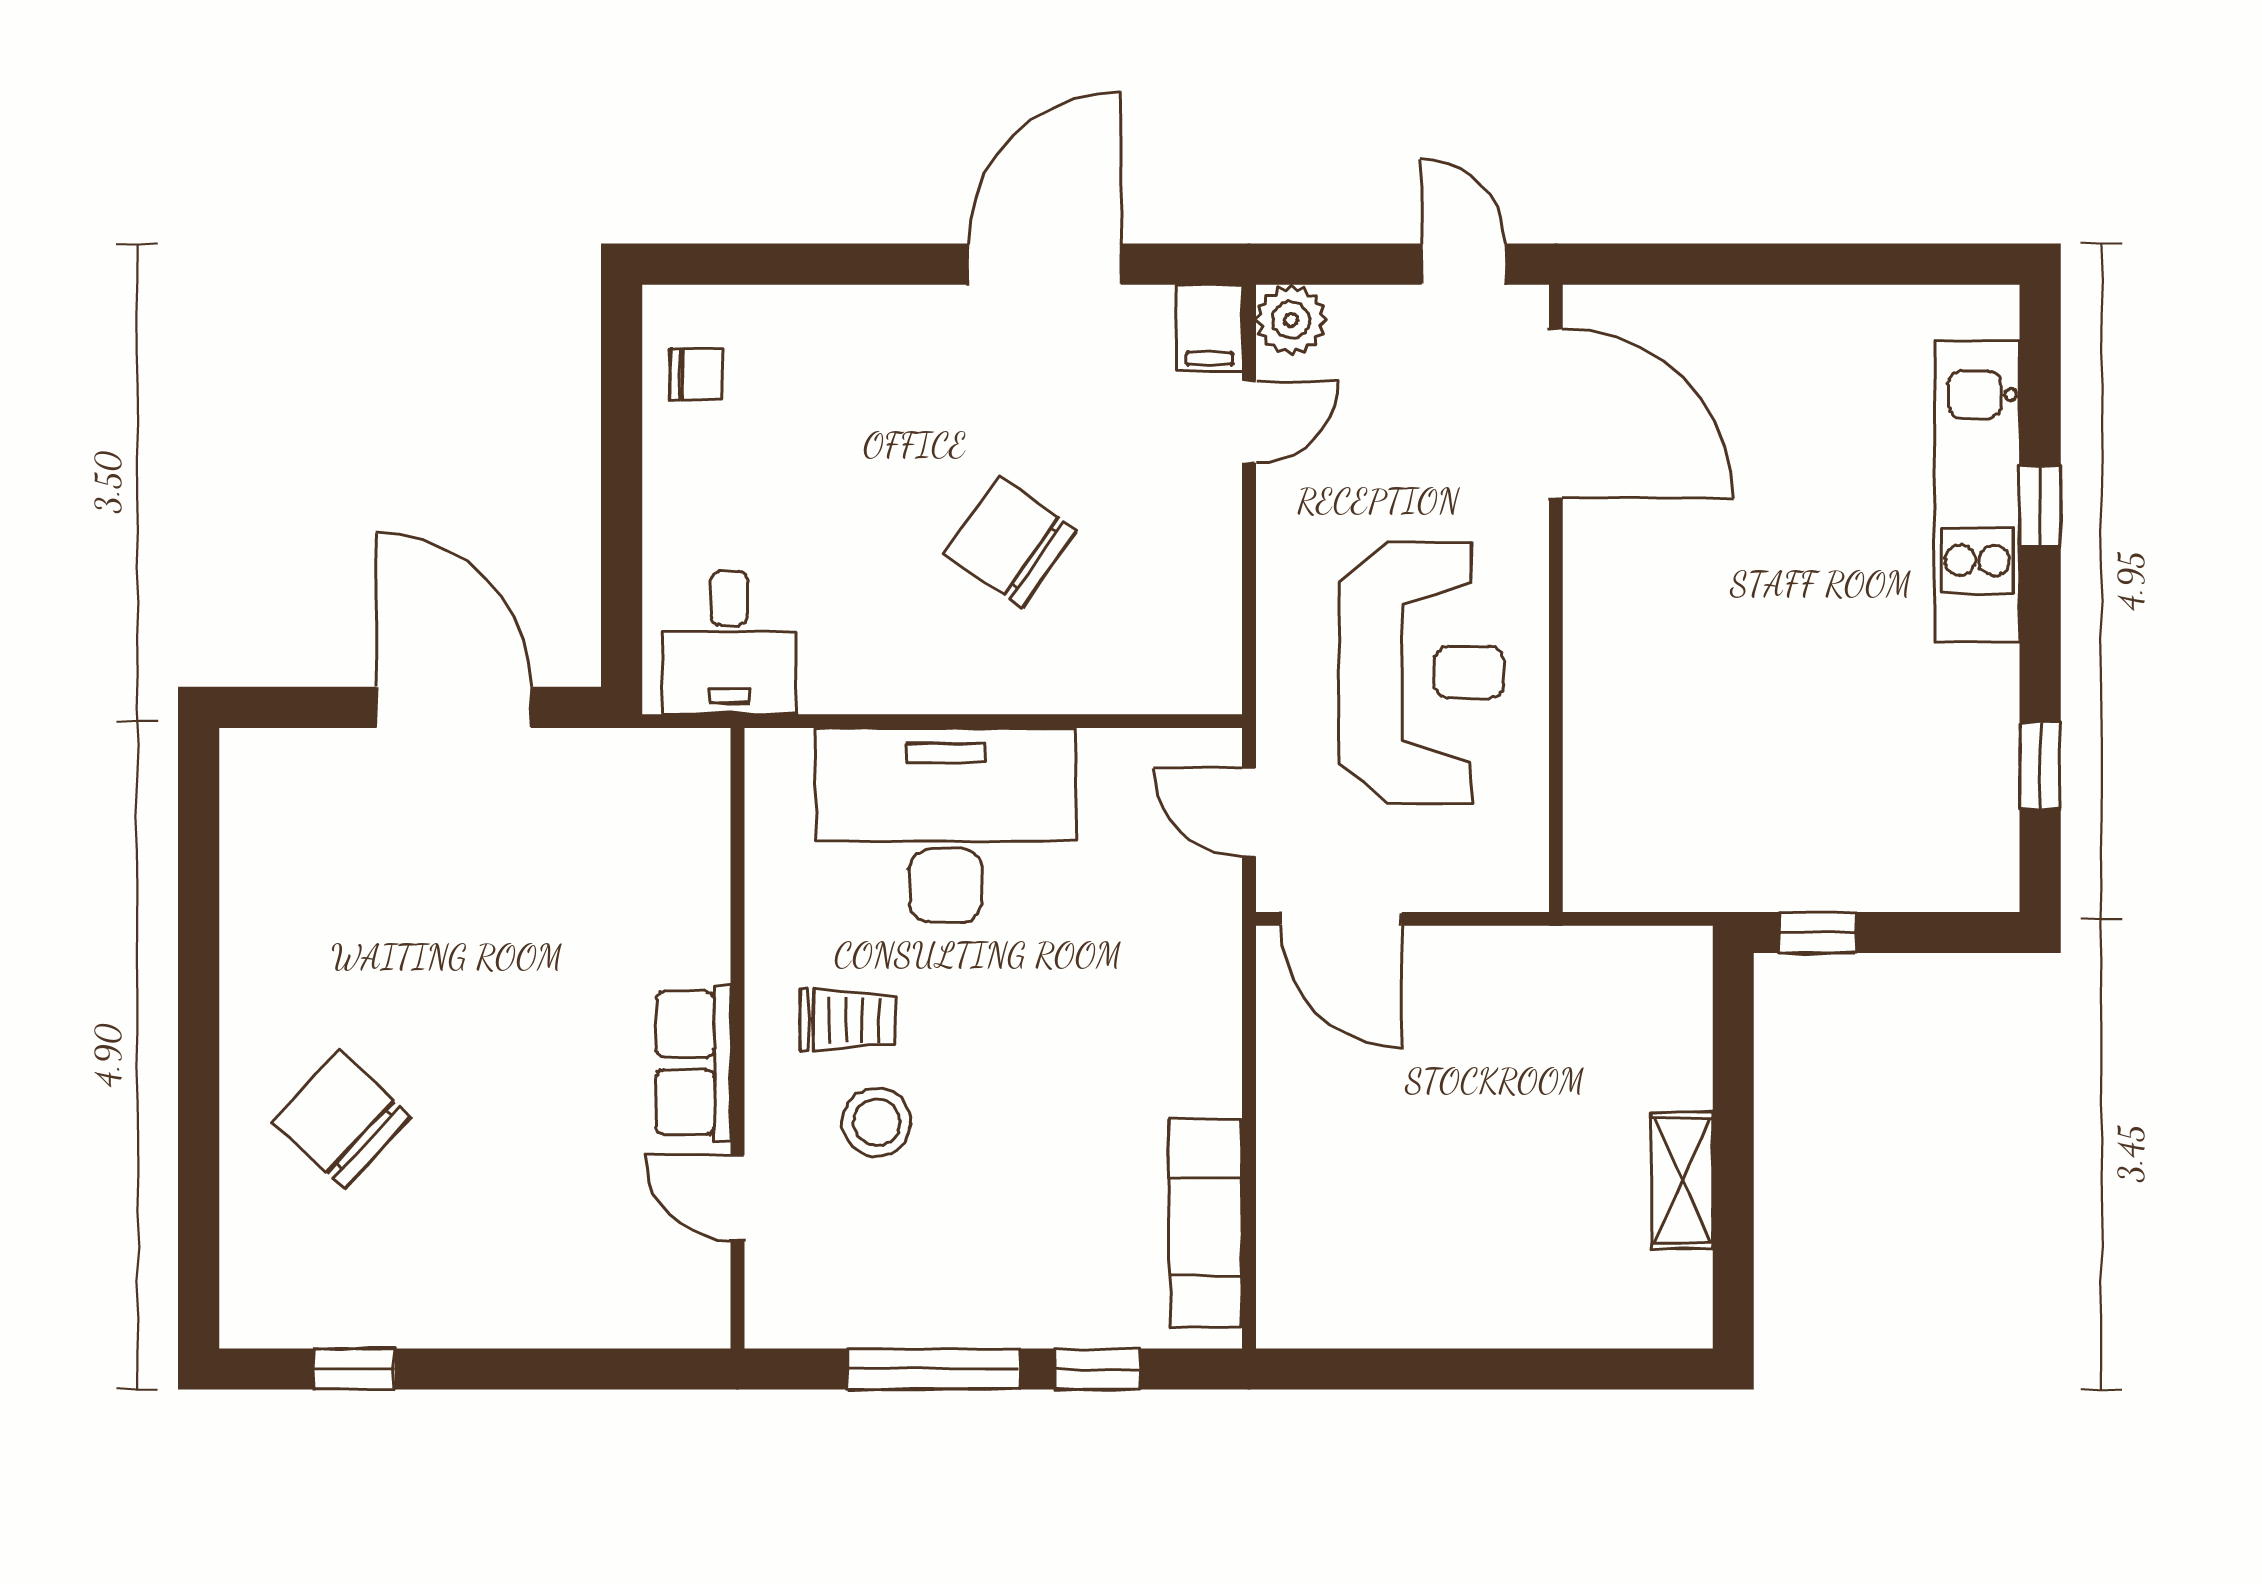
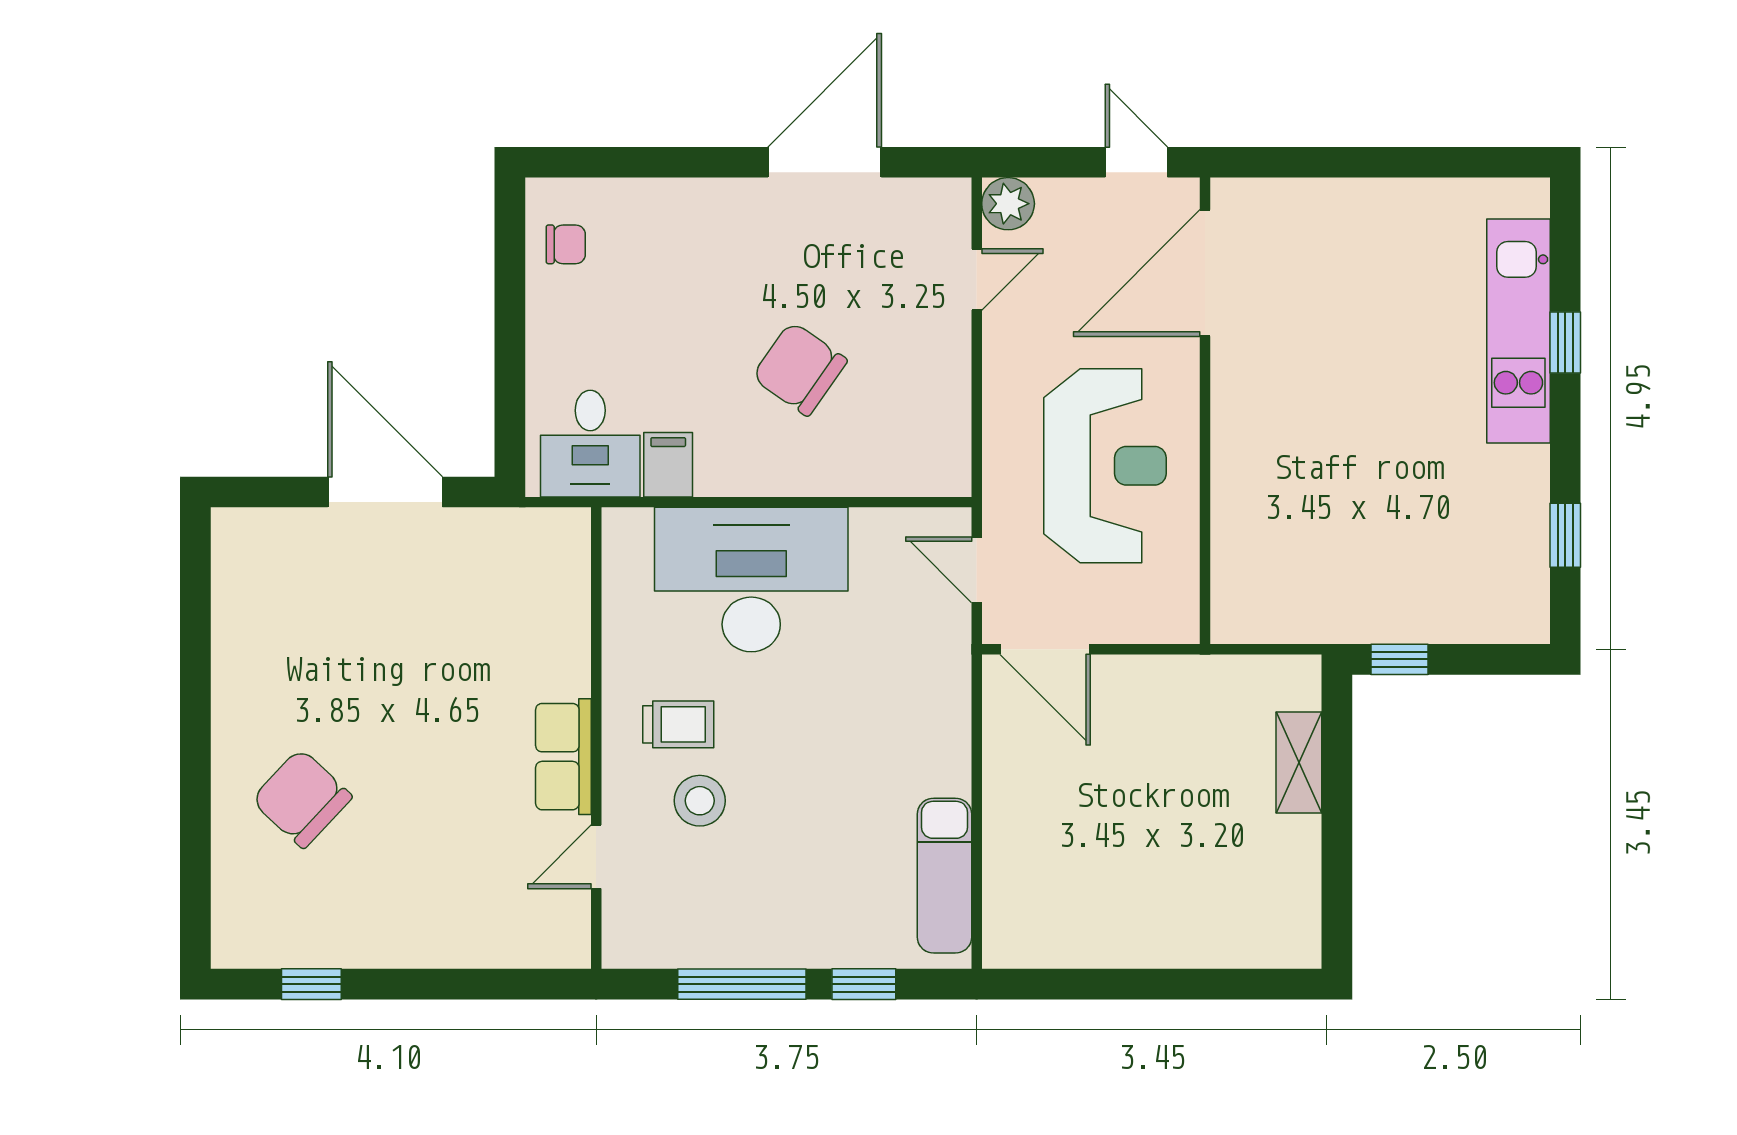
filing cabinet: (1210, 328) -> (668, 465), moved, turned 180
door: (1556, 413) -> (1205, 273), swing flipped
shelving: (1682, 1181) -> (1299, 762), moved
door: (737, 1198) -> (596, 857), hinge flipped

